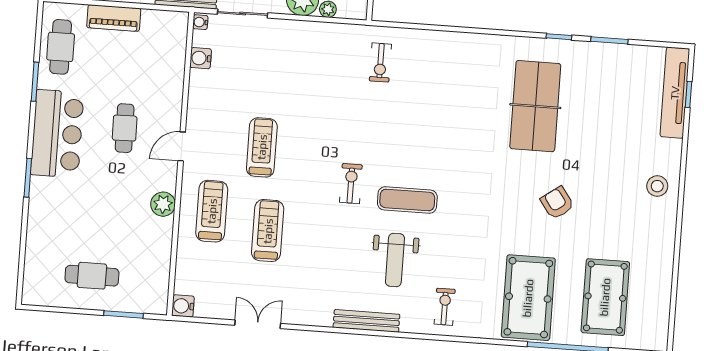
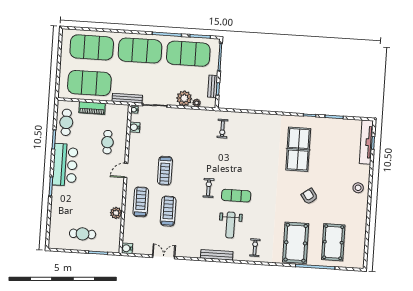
cafe table: (125, 128) -> (107, 142), moved
treadmill: (262, 147) -> (165, 171), turned 180
plant: (163, 204) -> (116, 213), moved

